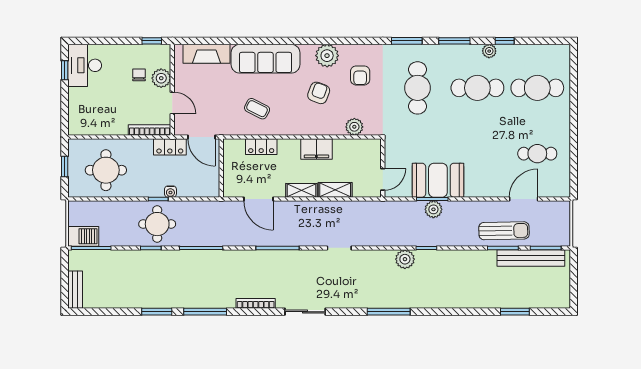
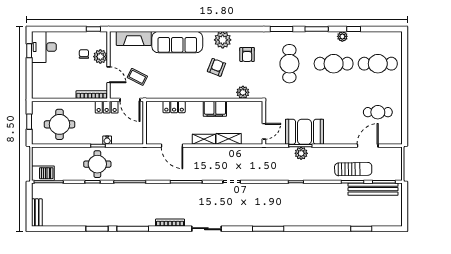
coffee table: (257, 109) -> (137, 77), moved
plant: (405, 259) -> (280, 190), removed

